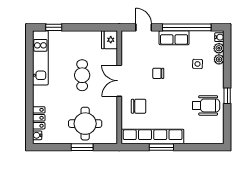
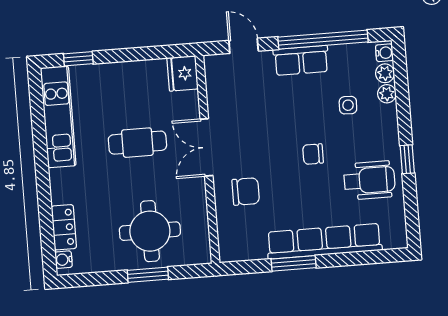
chair: (158, 73) -> (313, 154), moved
cafe table: (82, 75) -> (137, 143), turned 90
row of seats: (153, 136) -> (324, 241), moved

